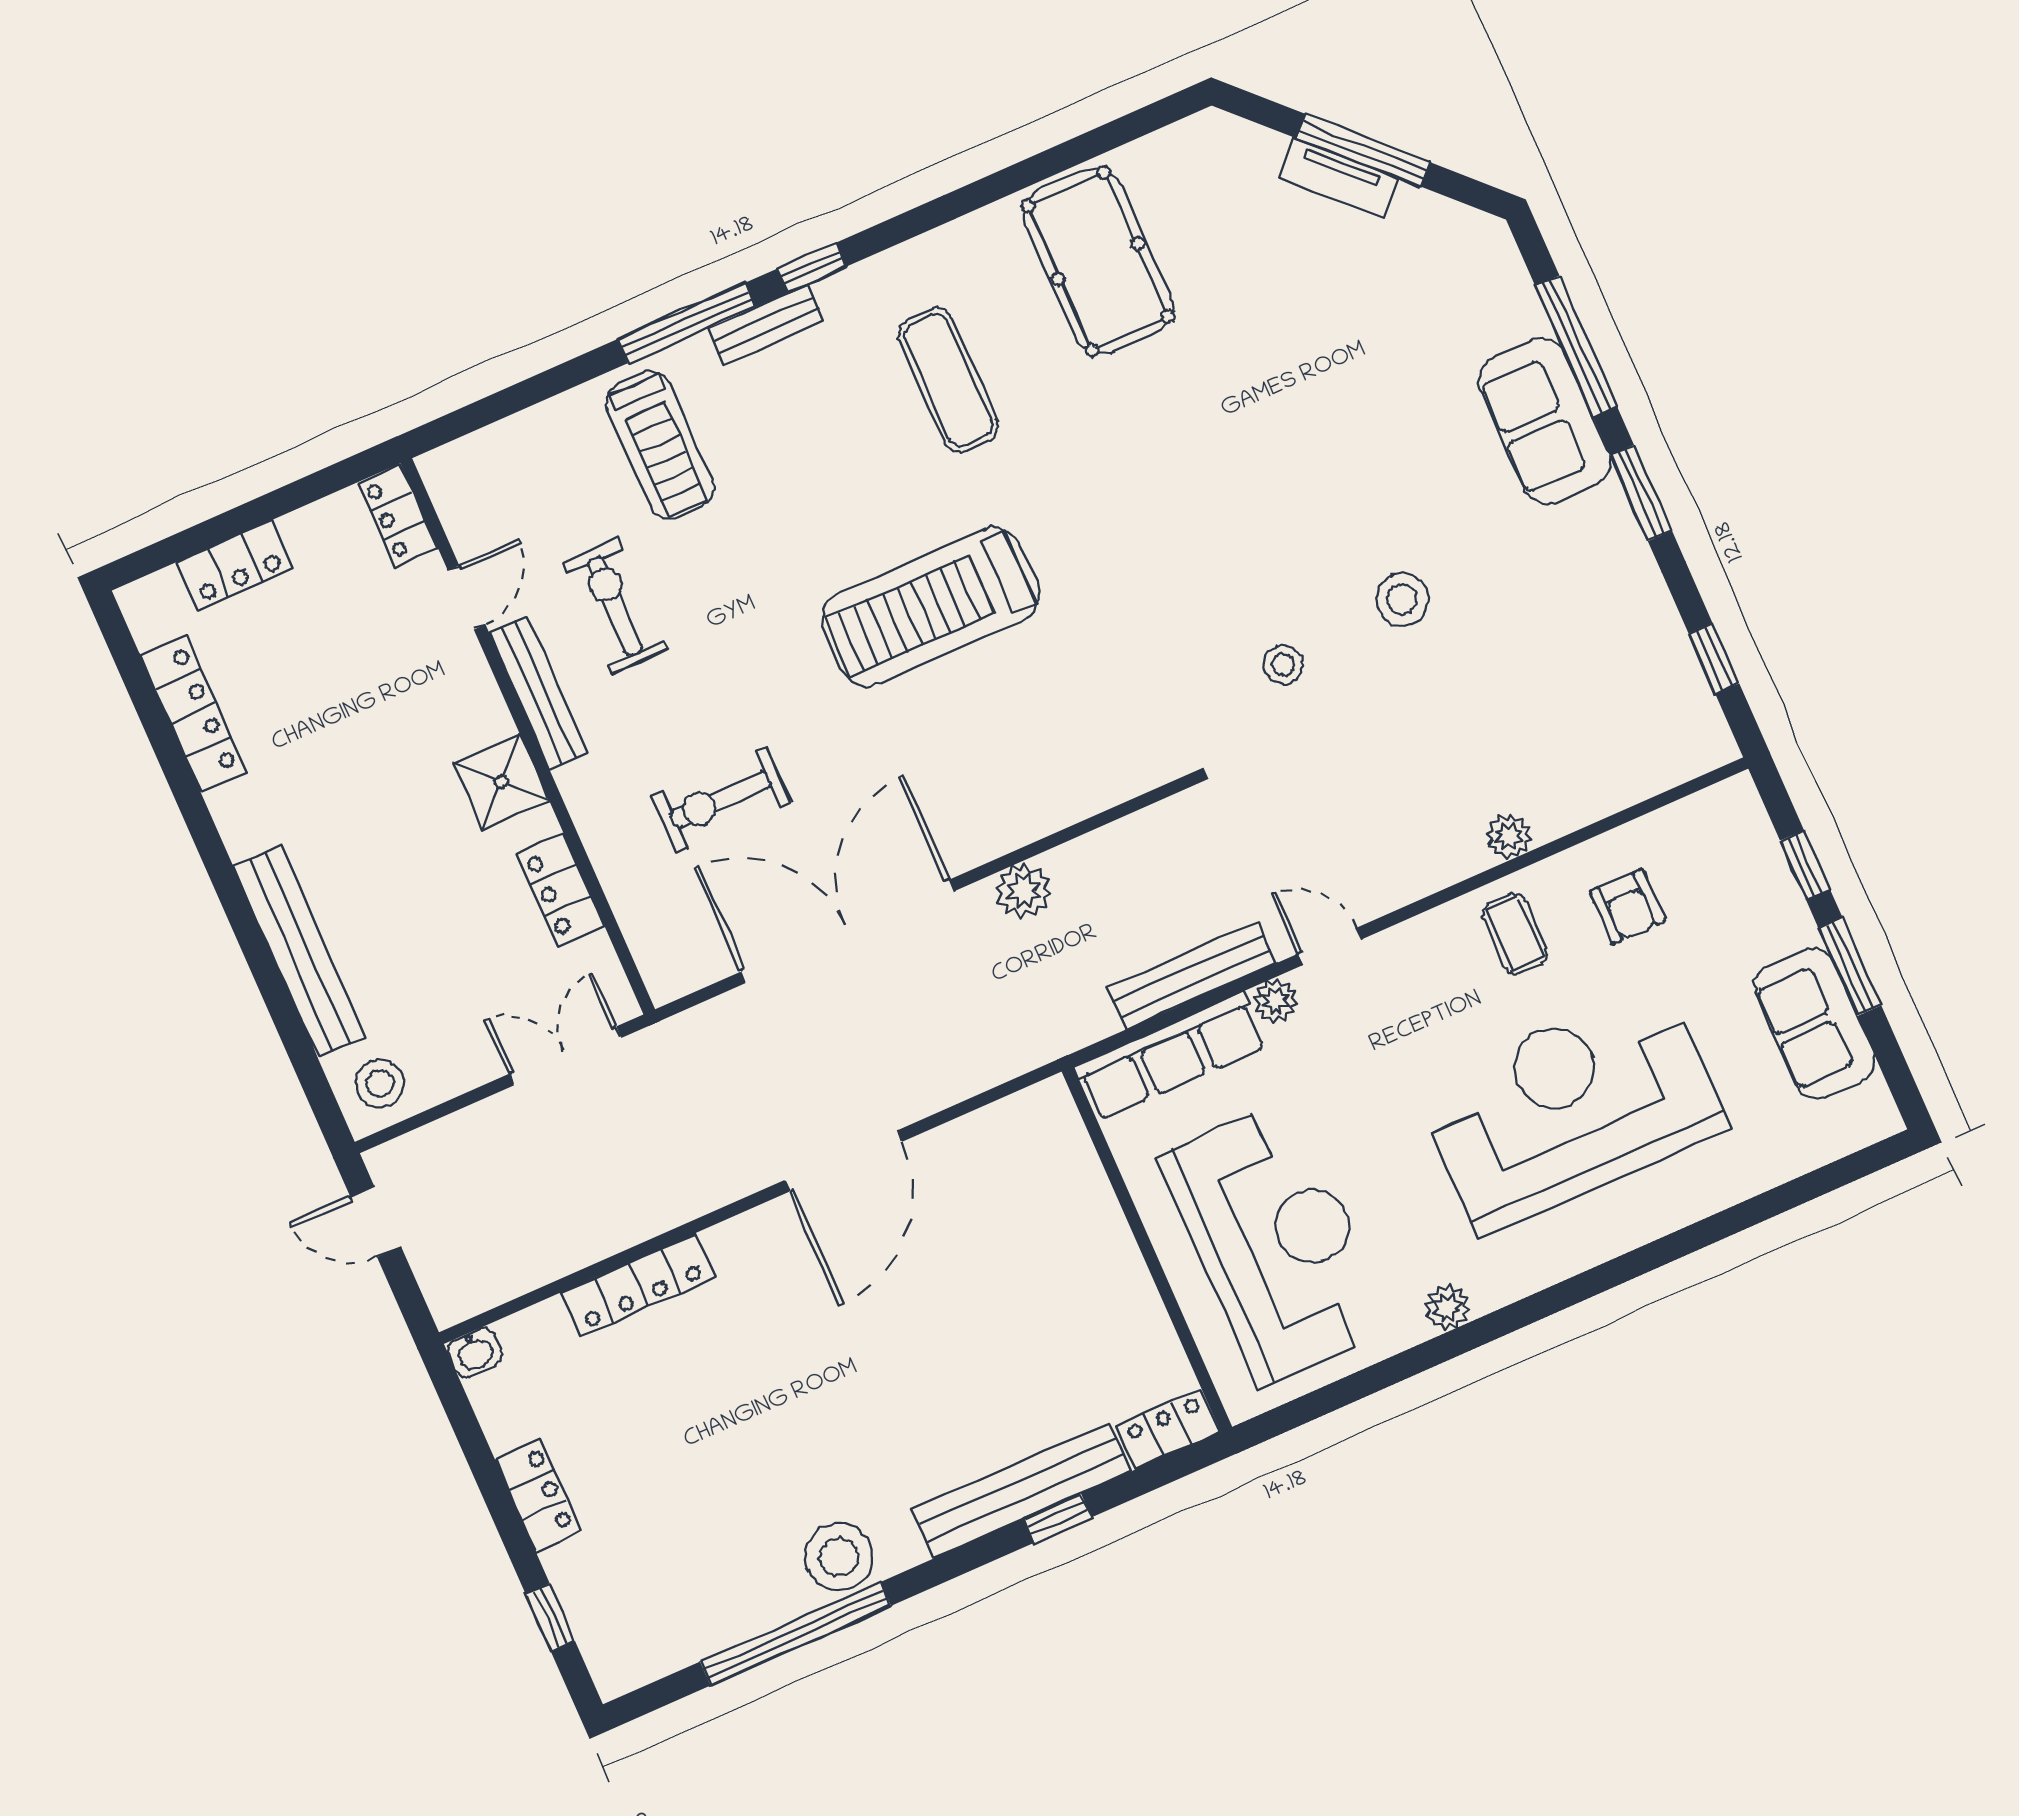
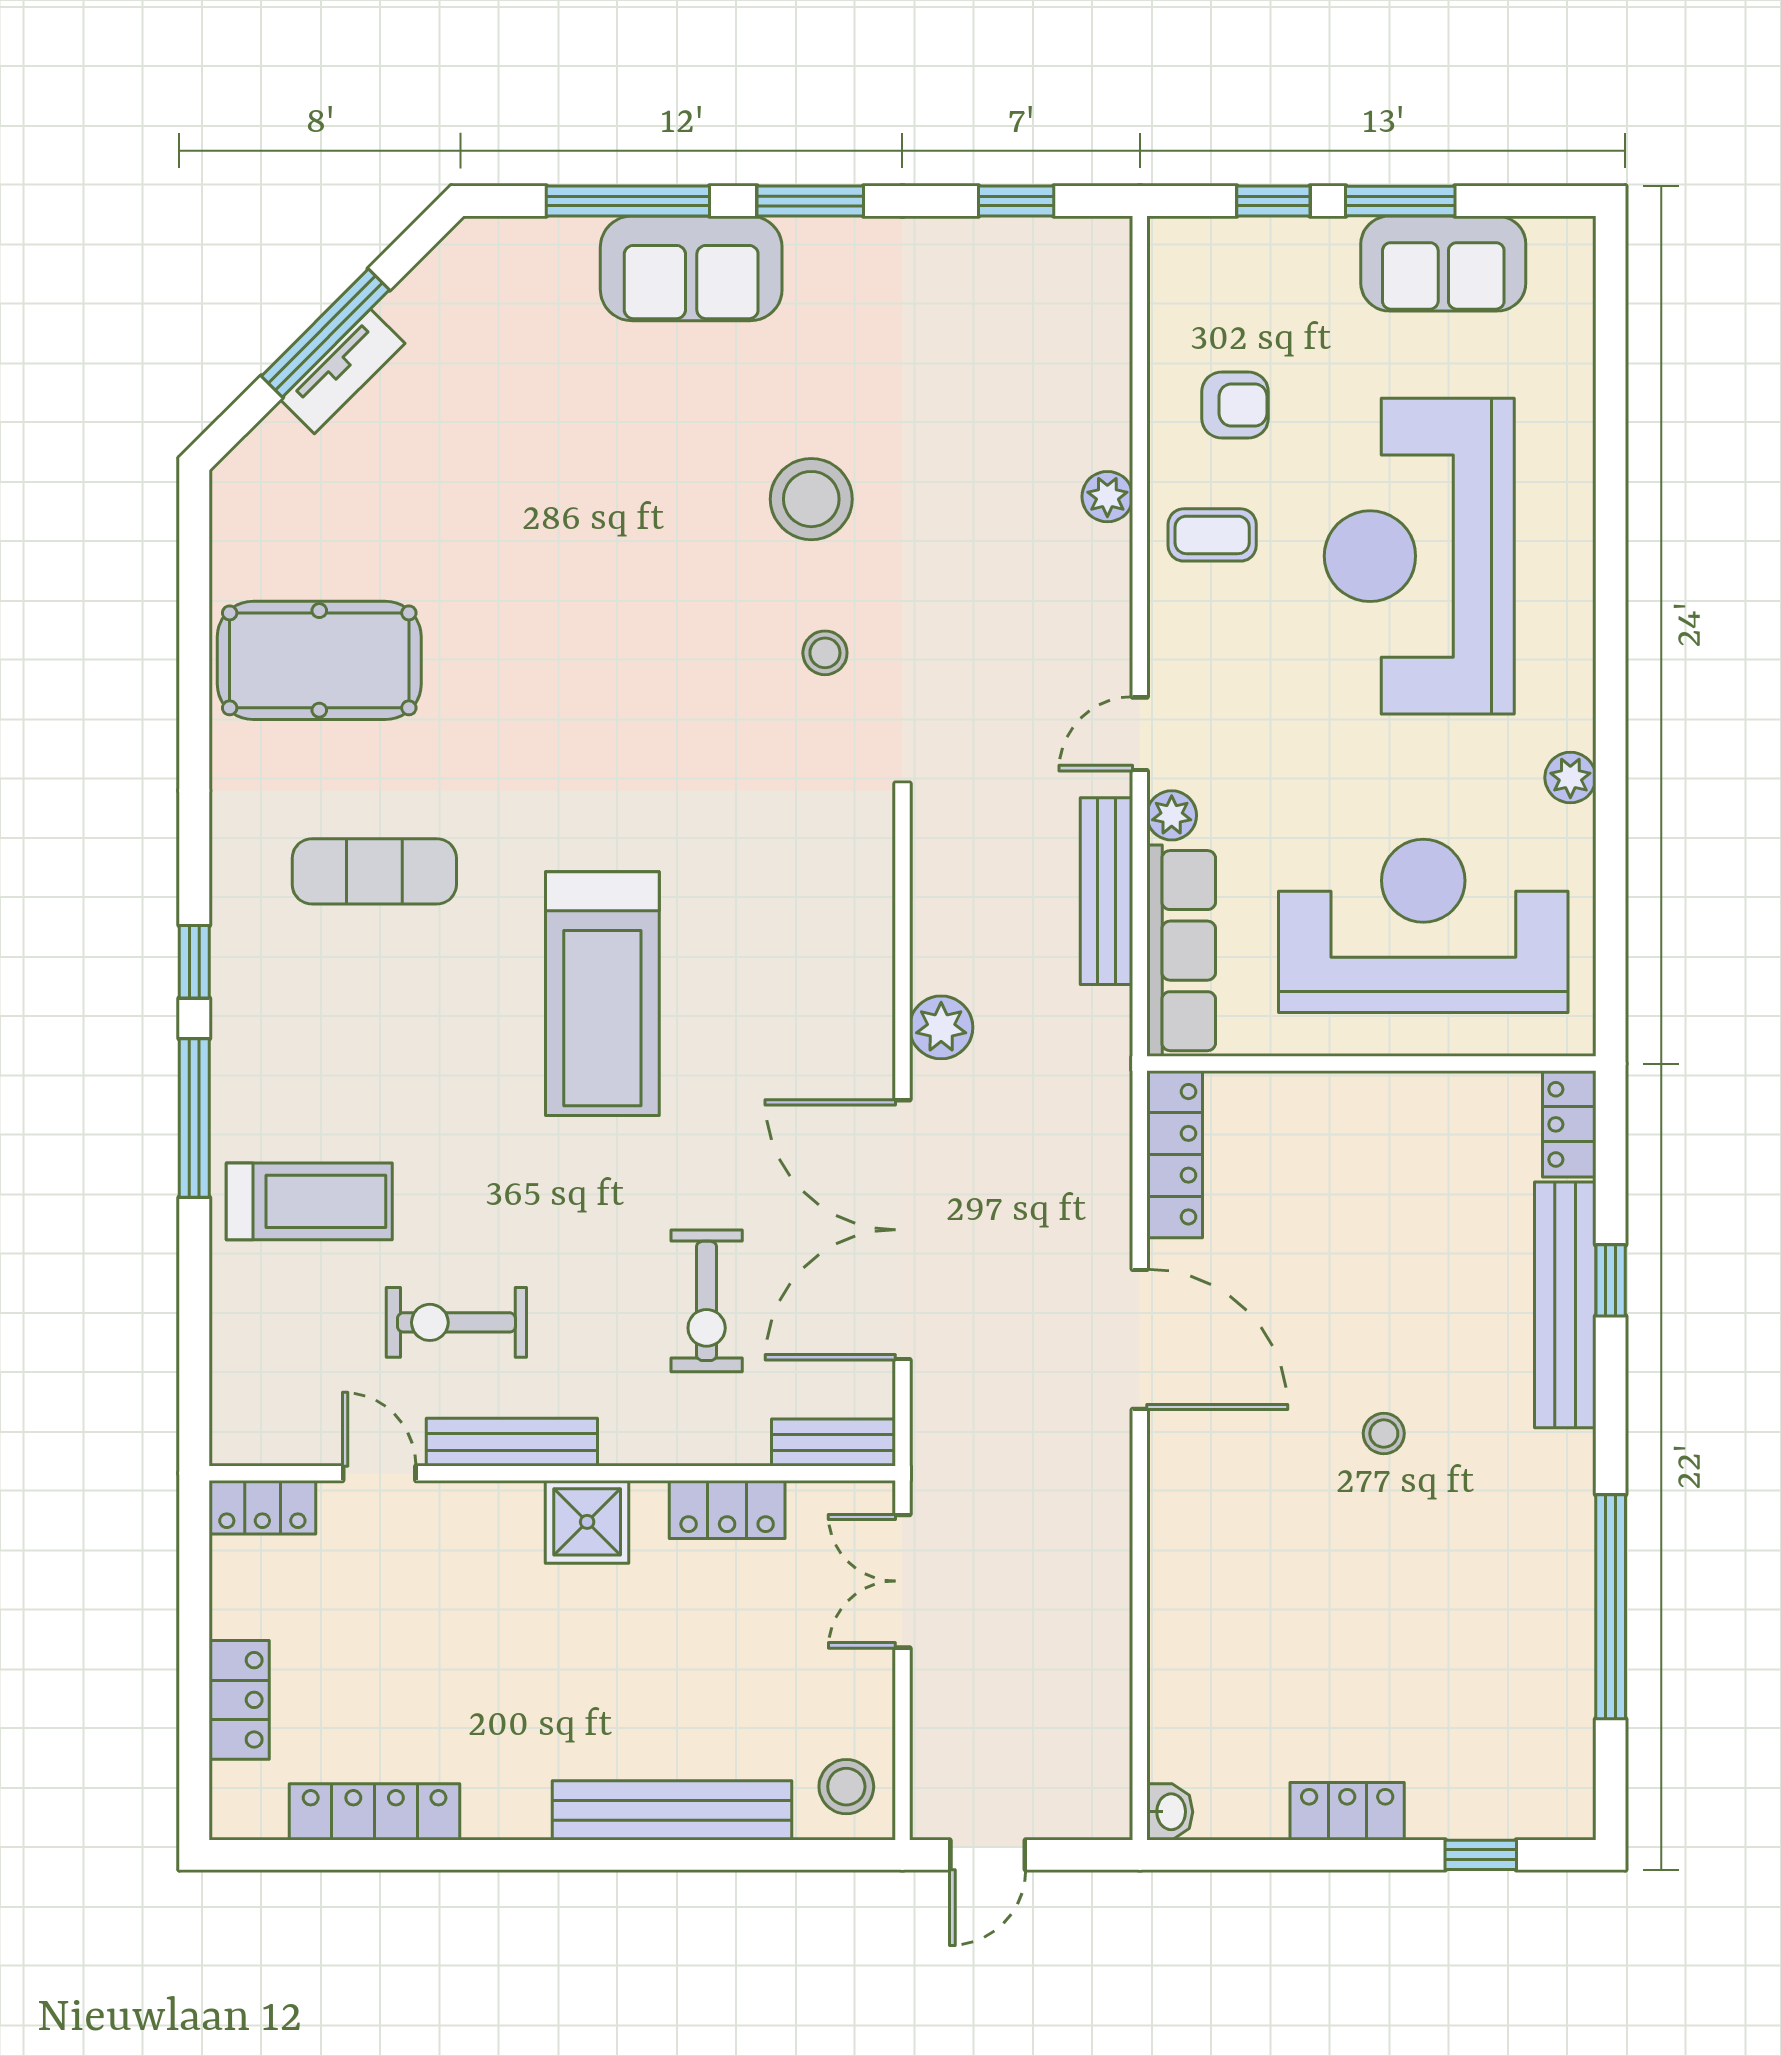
bench: (766, 325) -> (834, 1442), moved, turned 90
stool: (1402, 599) -> (811, 499), width x1.38, depth x1.38
locker: (638, 1285) -> (1175, 1154), moved
stool: (839, 1557) -> (1384, 1434), moved, width x0.53, depth x0.53

